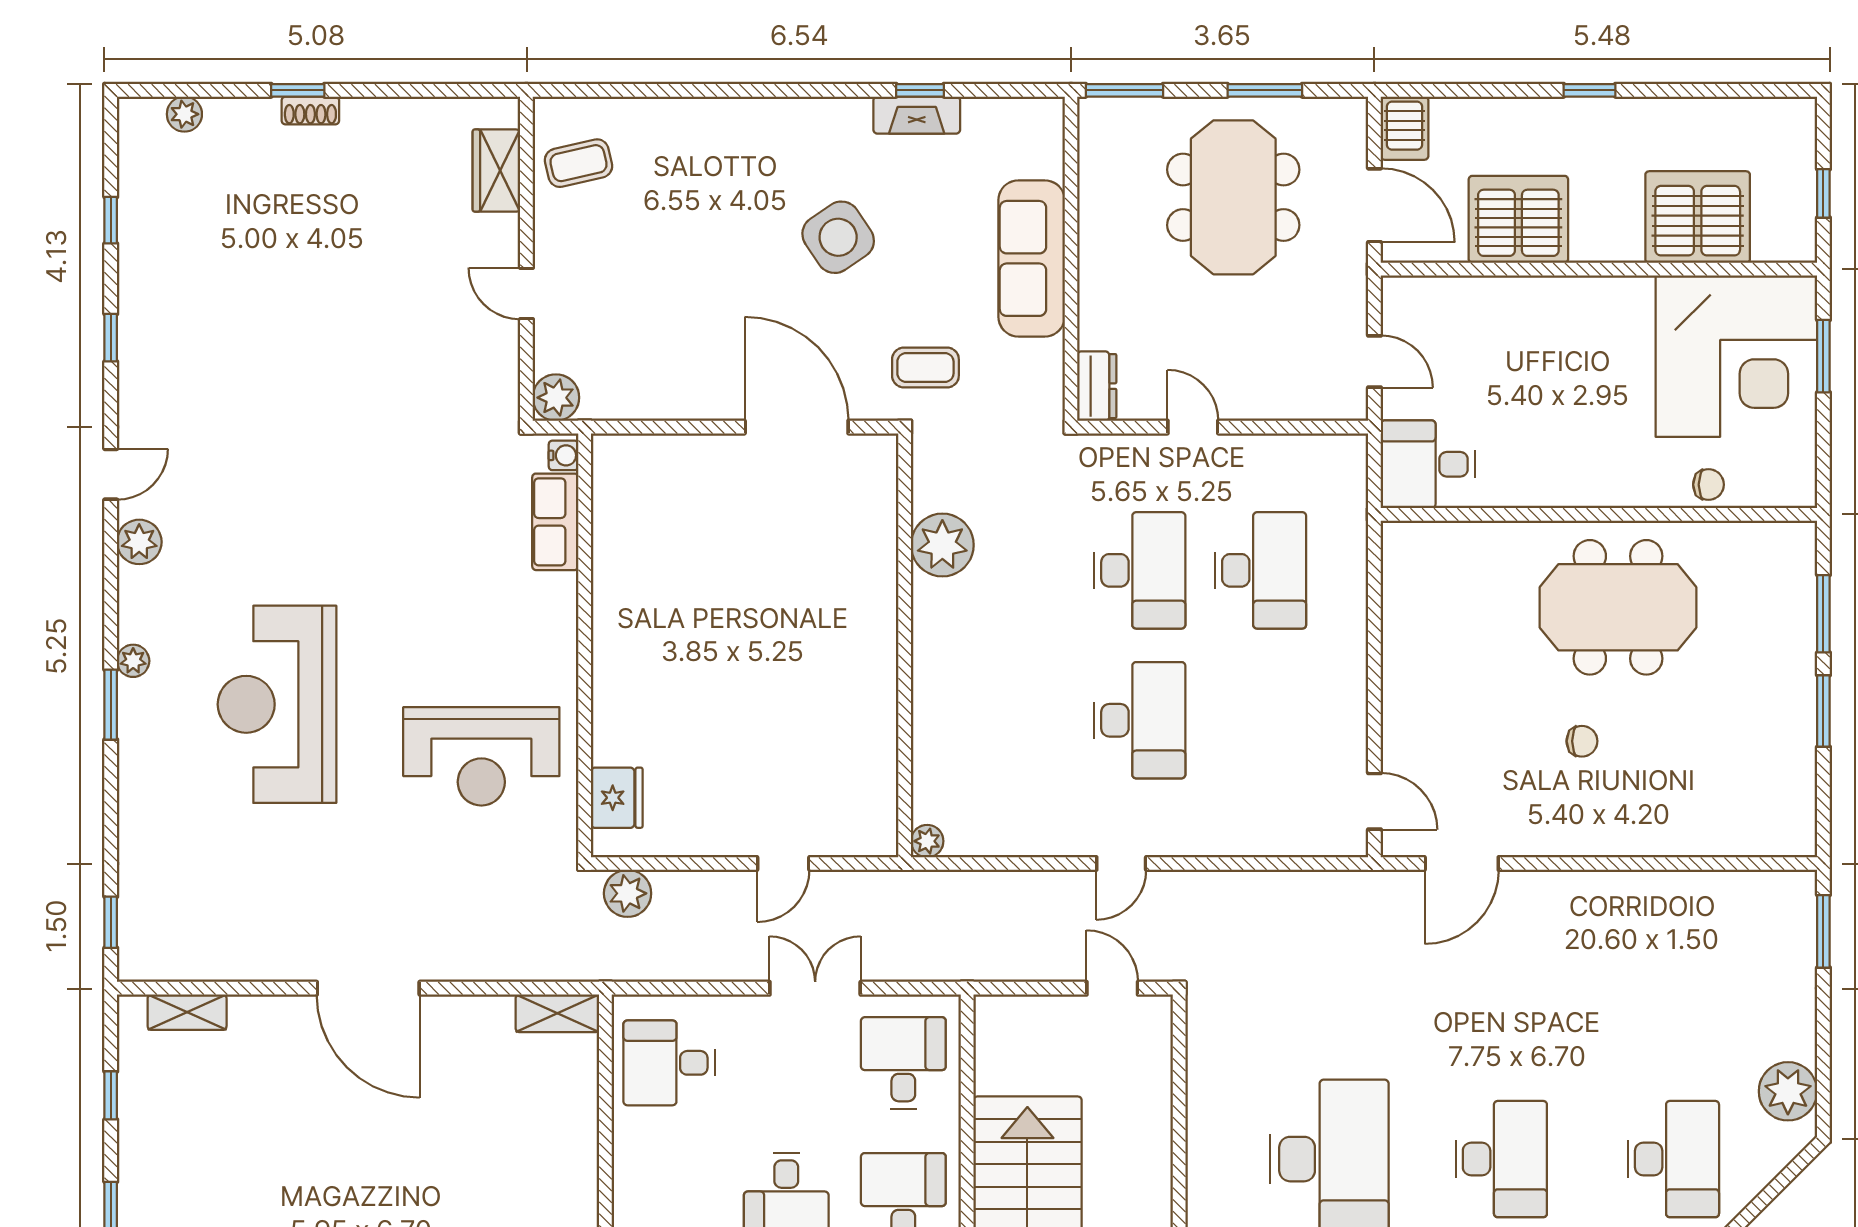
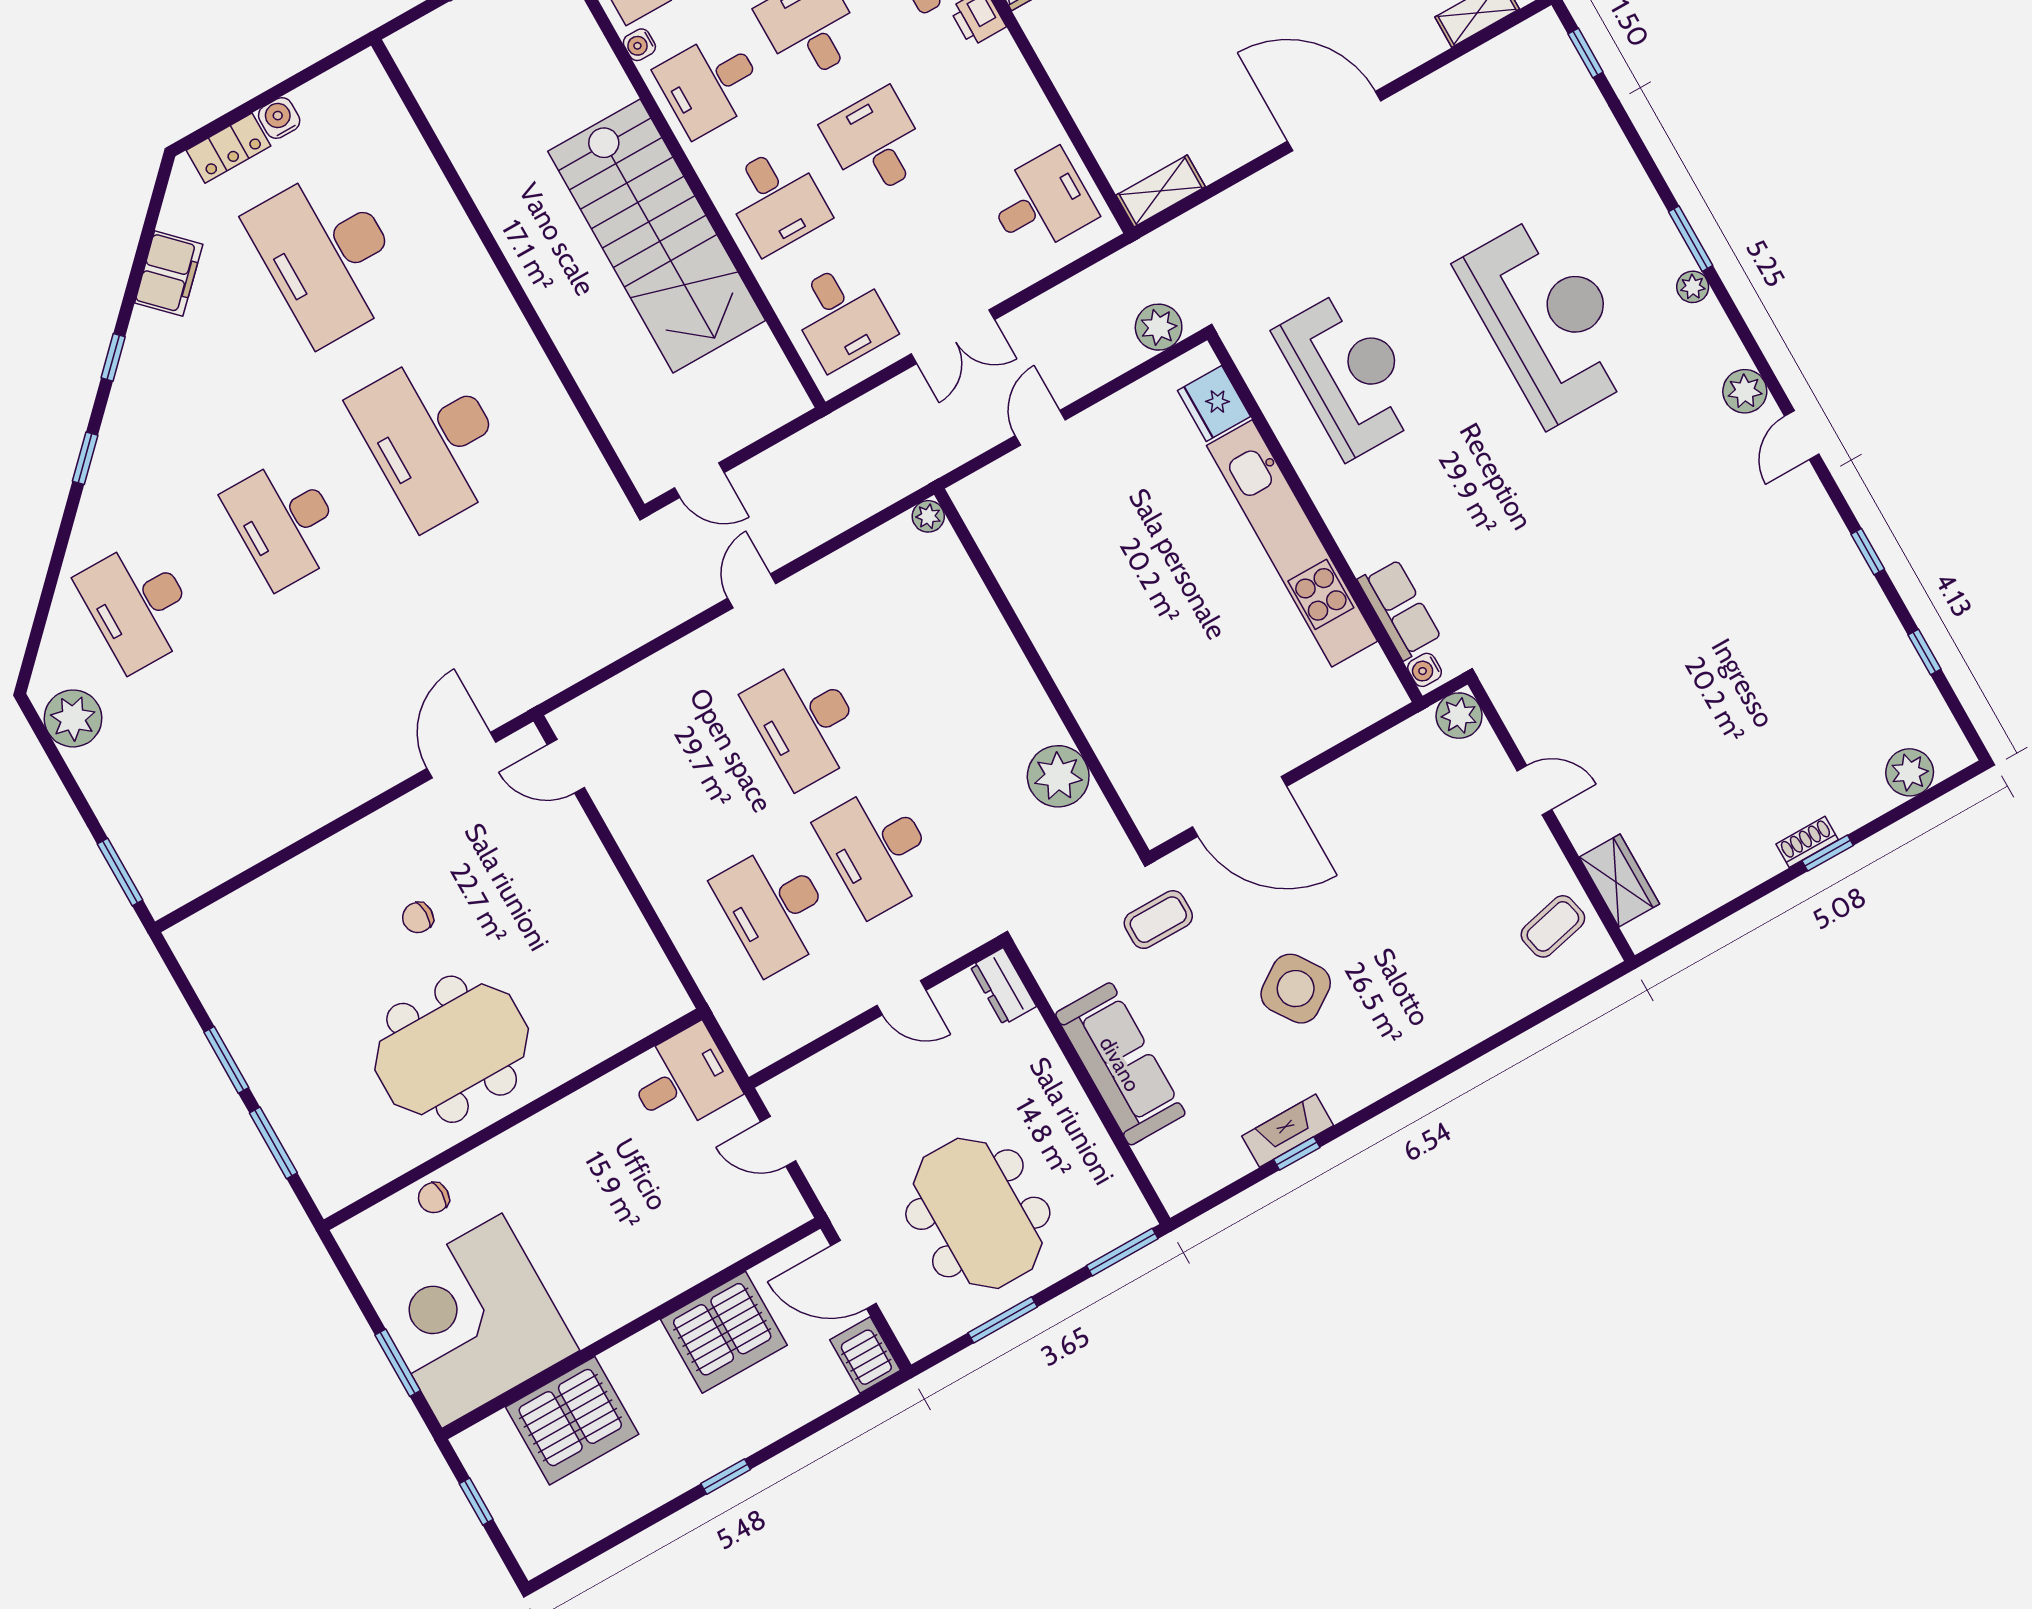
plant: (184, 114) -> (1910, 772), width x1.38, depth x1.38
kitchen unit: (618, 634) -> (1292, 543), added
reception desk: (481, 756) -> (1349, 373), turned 90

